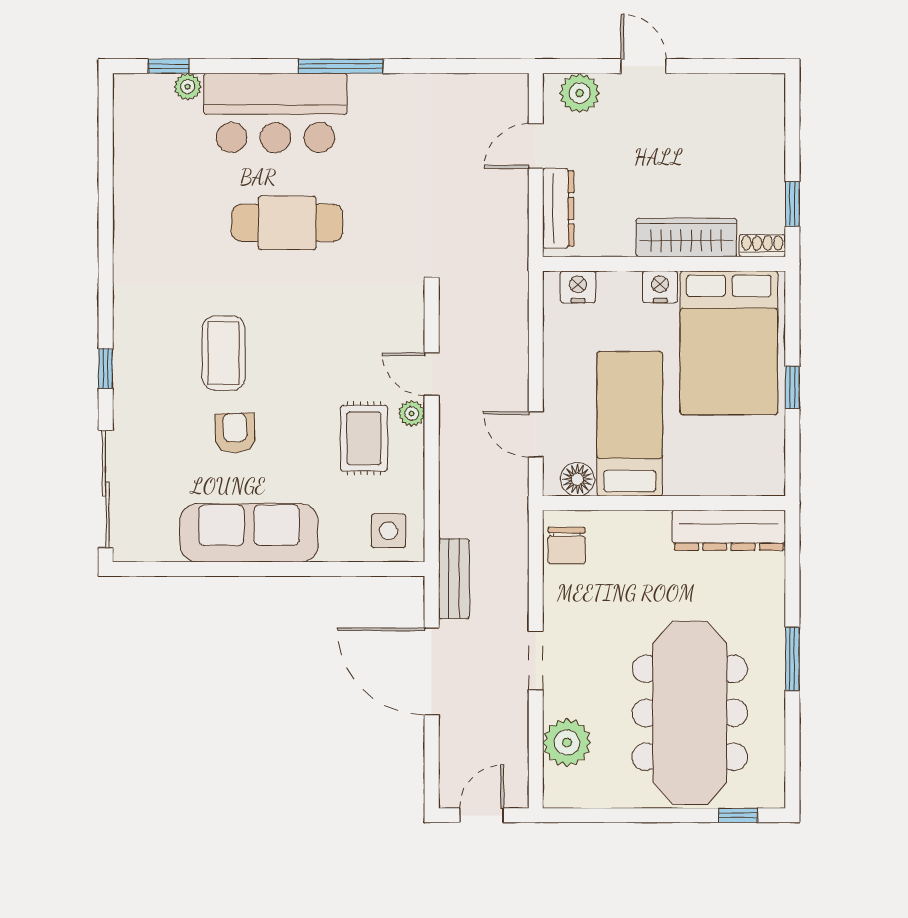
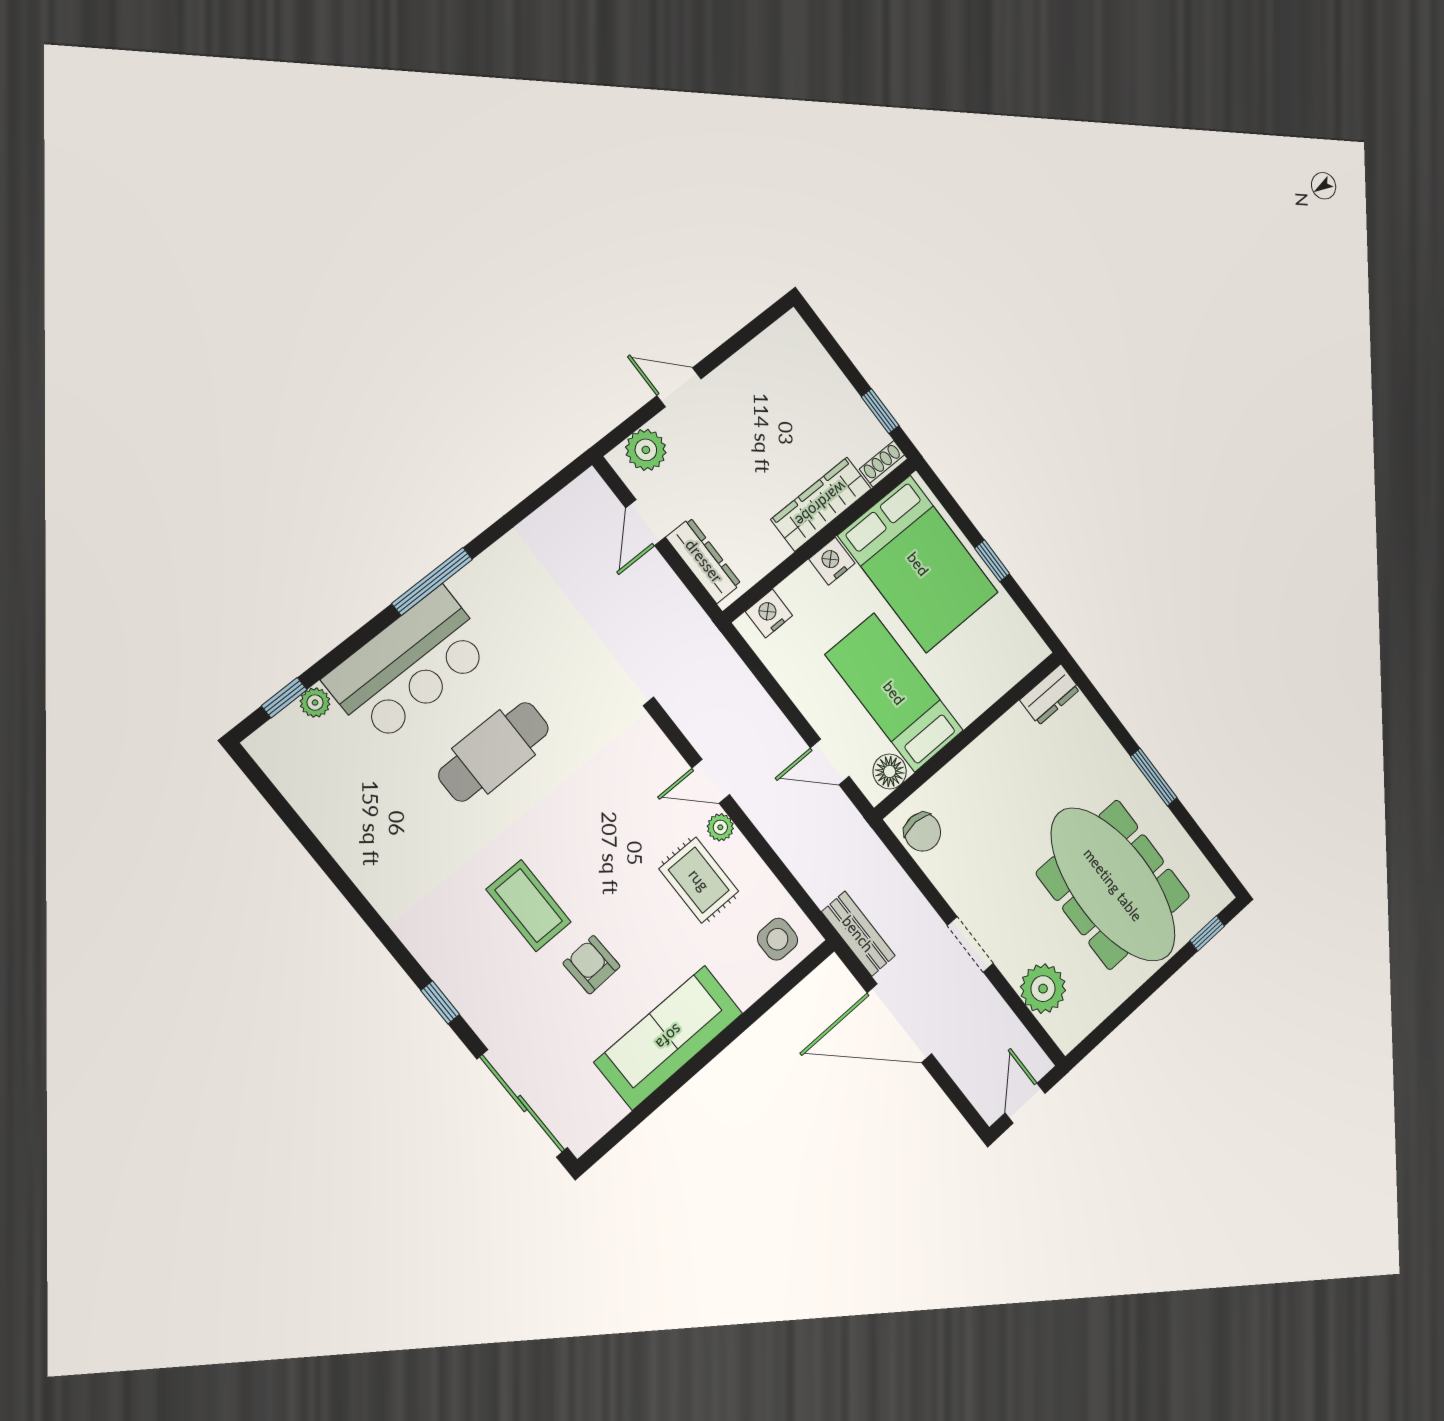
dresser: (729, 530) -> (1050, 695), width x0.51, depth x0.80

